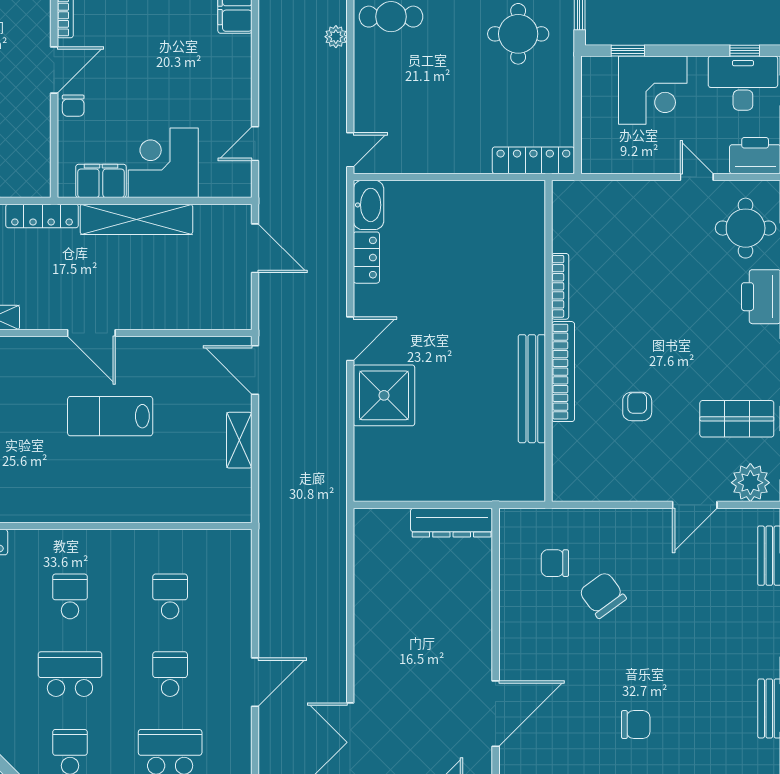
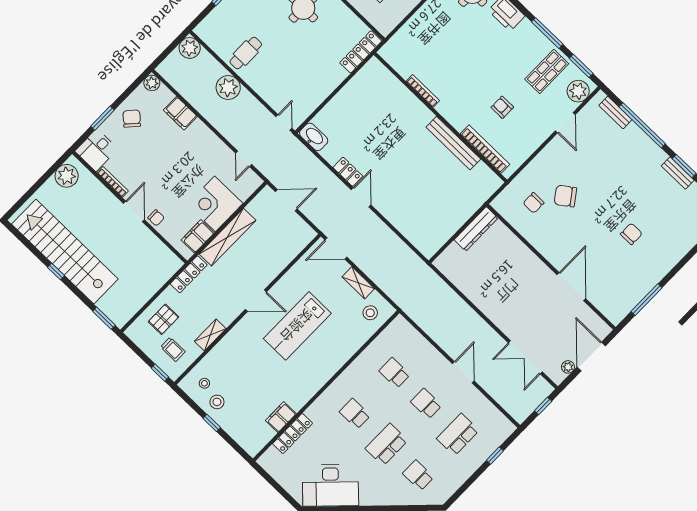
plant: (336, 37) -> (228, 88), width x1.87, depth x1.87
locker: (366, 258) -> (348, 172), moved
bookcase: (563, 372) -> (485, 149), moved
shower: (384, 395) -> (397, 206), removed
lab bench: (110, 416) -> (297, 326), width x1.36, depth x1.39
stool: (216, 492) -> (370, 313), added

